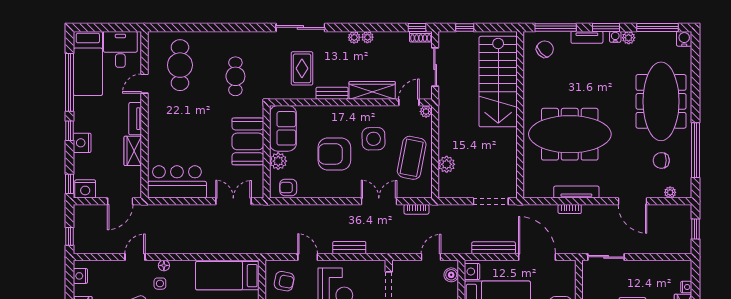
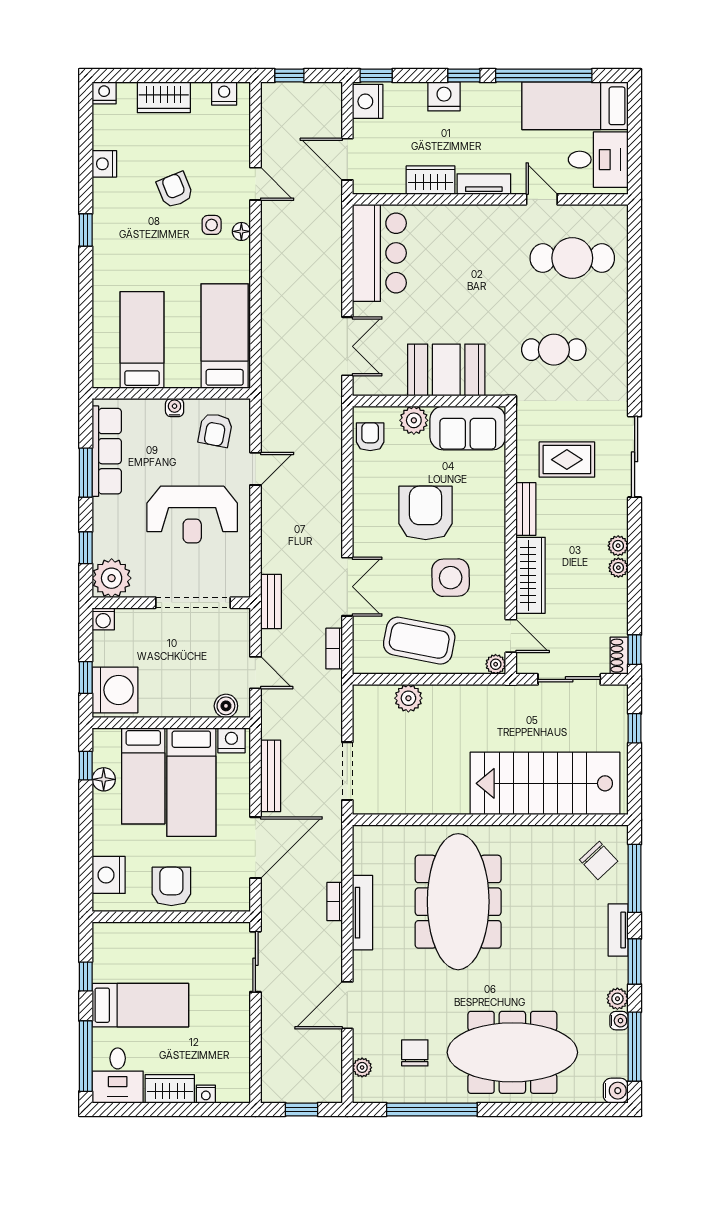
water cooler: (615, 37) -> (619, 1021), moved
bench: (349, 248) -> (271, 601), moved

